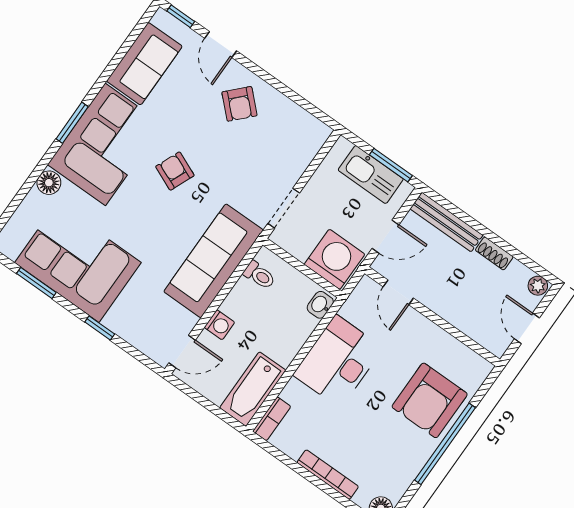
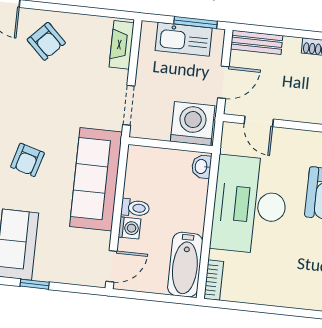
fireplace: (309, 147) -> (122, 45), added
armchair: (175, 171) -> (27, 160), moved, turned -97
bench: (446, 222) -> (257, 42), width x0.73
toilet: (259, 275) -> (135, 208), moved
desk: (338, 361) -> (250, 205), width x1.36, depth x1.30
bookcase: (328, 475) -> (284, 300), removed

